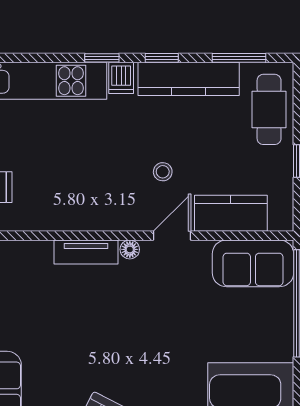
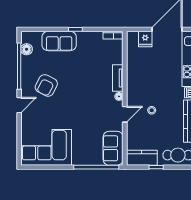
kitchen counter: (231, 213) -> (142, 158), moved, turned -90
door: (172, 236) -> (125, 114), hinge flipped

